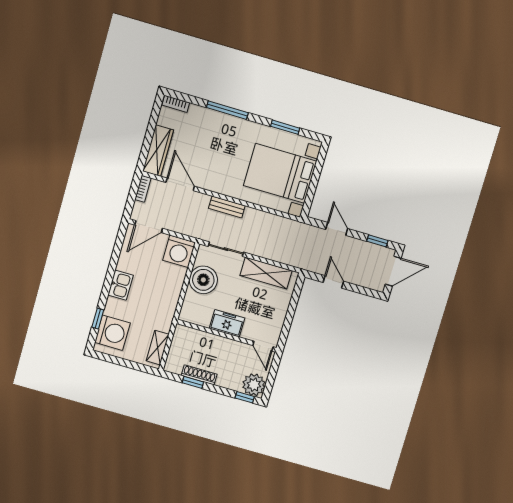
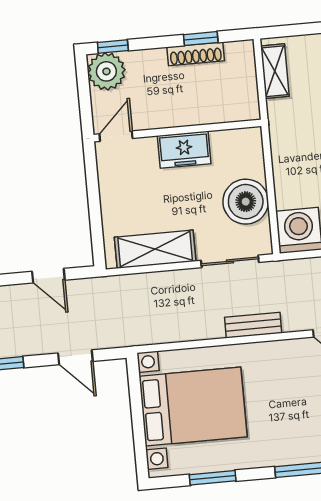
door: (263, 346) -> (116, 136), hinge flipped

